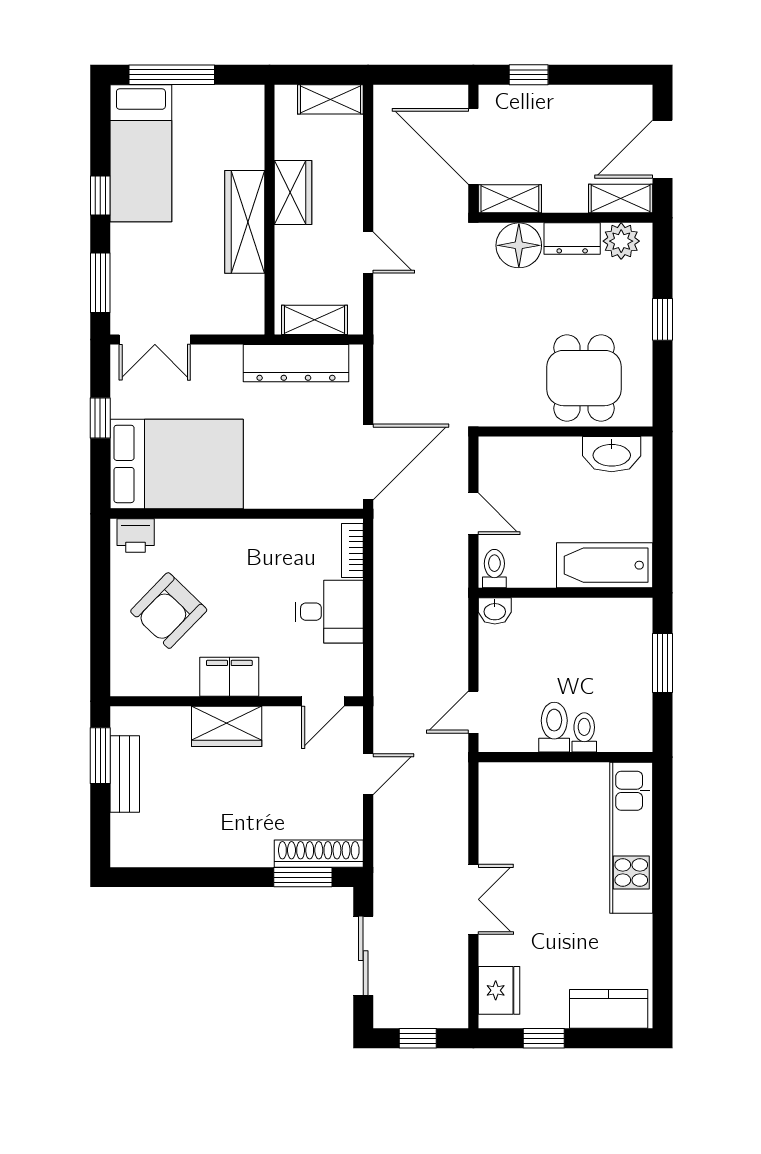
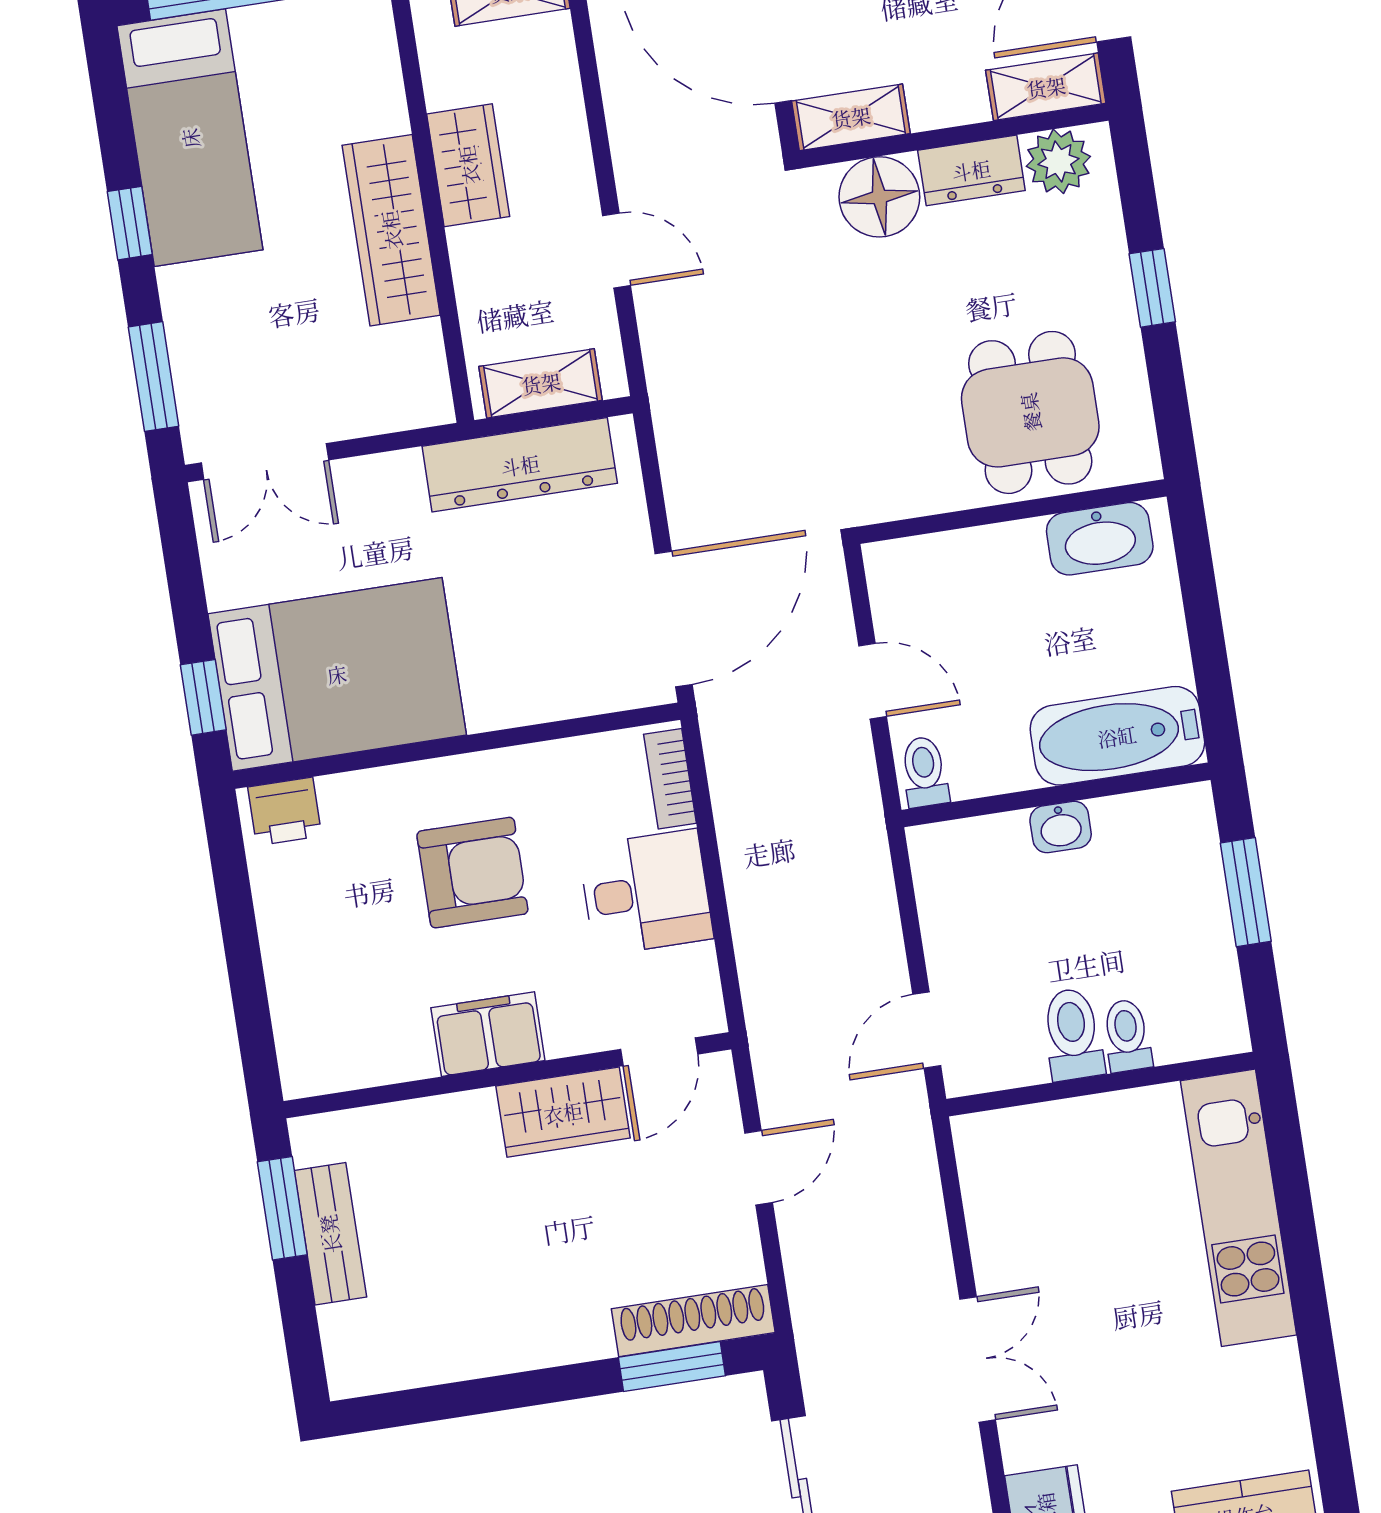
window: (100, 418) -> (203, 697), moved
armchair: (169, 611) -> (472, 873), moved, turned -134
washbasin: (495, 611) -> (1061, 827), moved
wardrobe: (227, 726) -> (563, 1112), moved

